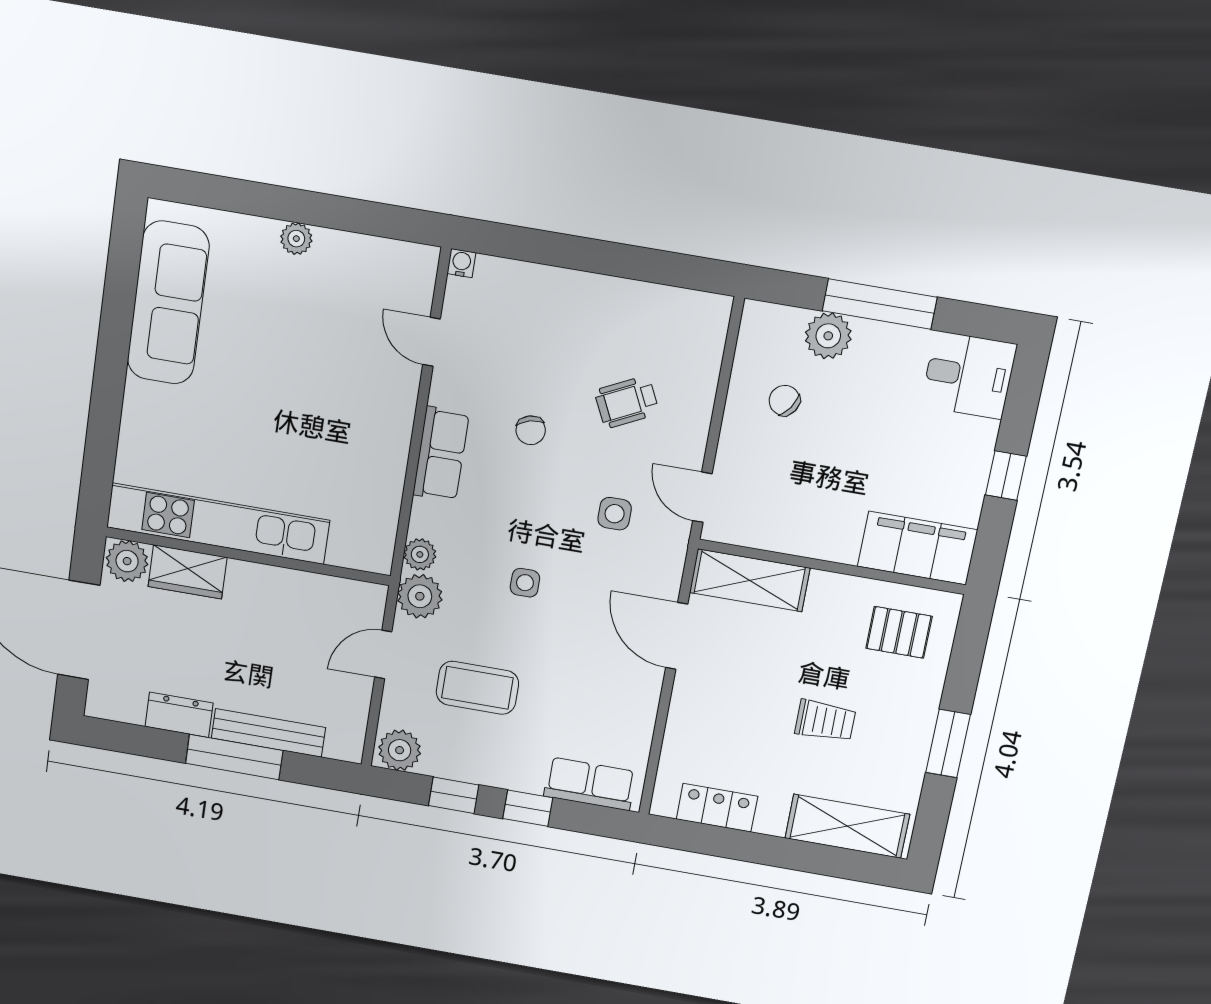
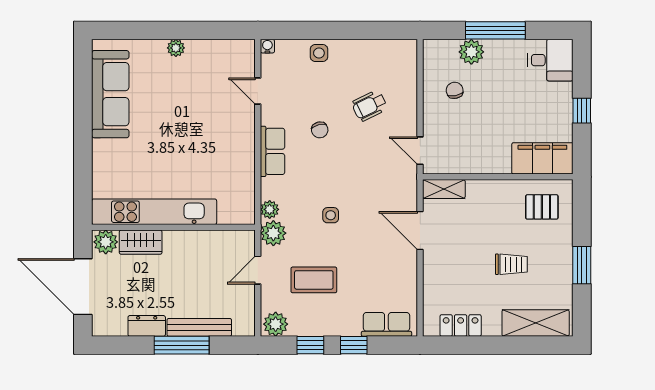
chair: (784, 400) -> (455, 90), turned 45
side table: (615, 514) -> (319, 53), moved
shelving: (750, 580) -> (444, 189), width x0.67, depth x0.75

